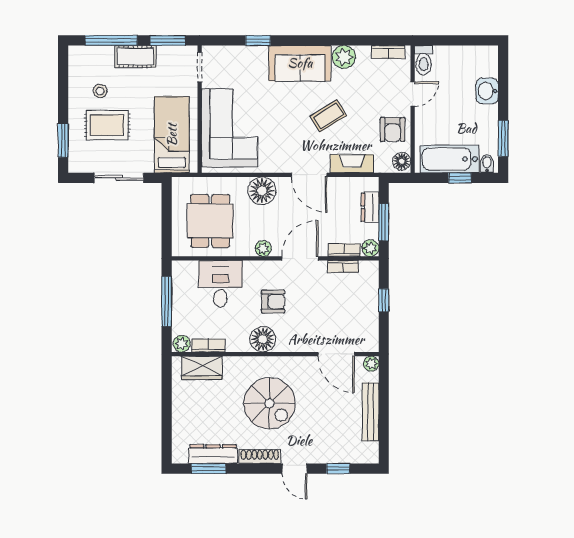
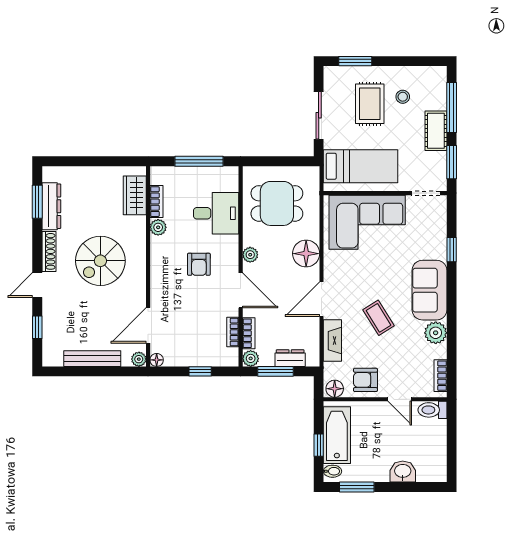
floor lamp: (263, 339) -> (157, 360), moved, width x0.53, depth x0.53
plant: (182, 344) -> (158, 227), moved

